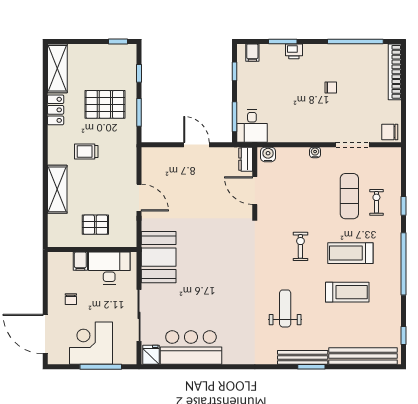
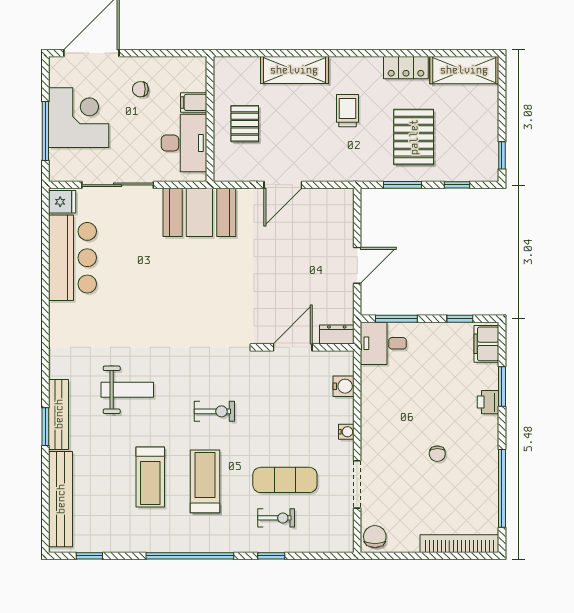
filing cabinet: (252, 53) -> (486, 344), width x2.00
water cooler: (268, 154) -> (343, 386), moved

